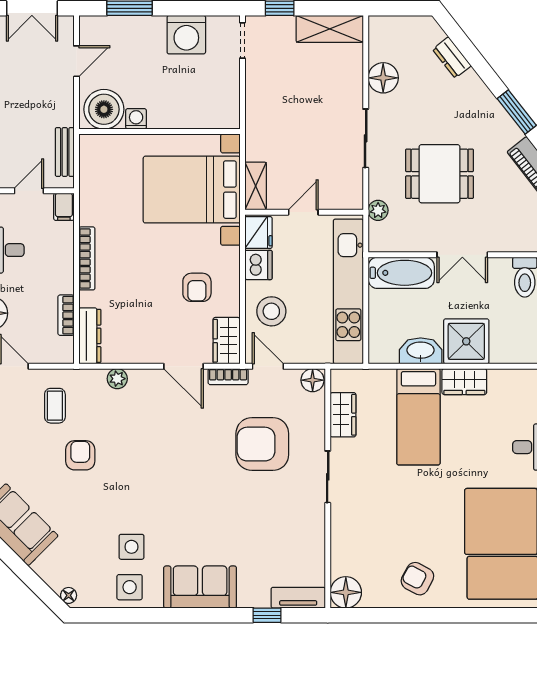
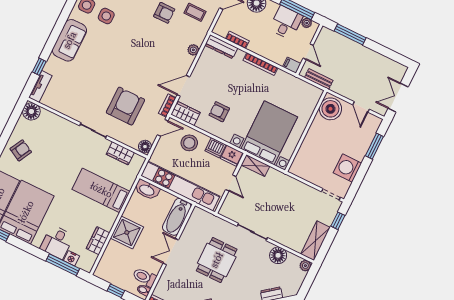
washing machine: (136, 119) -> (318, 122), removed
plant: (378, 210) -> (305, 266), moved
washbasin: (421, 351) -> (147, 190), moved, turned 90
wardrobe: (464, 382) -> (98, 241), moved

